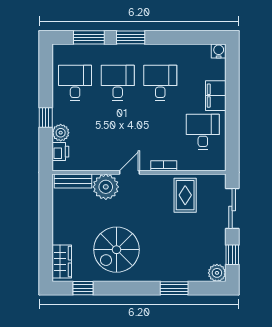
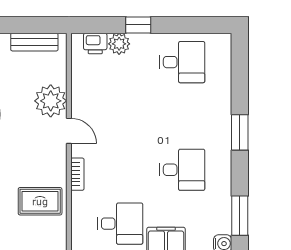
window: (89, 37) -> (240, 216), moved
desk: (118, 83) -> (182, 116), removed
bench: (73, 181) -> (34, 42), moved, turned 90

